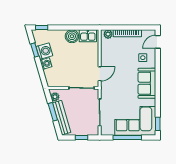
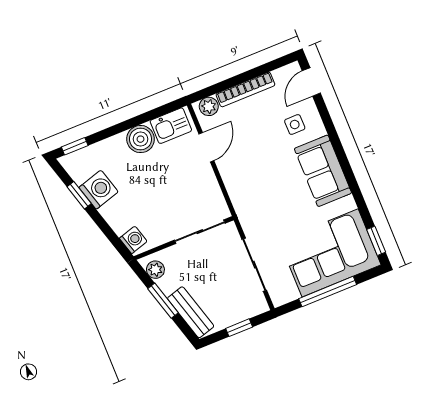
washing machine: (46, 64) -> (133, 240), moved
door: (100, 74) -> (206, 147), moved
bench: (62, 118) -> (191, 312), width x0.73

